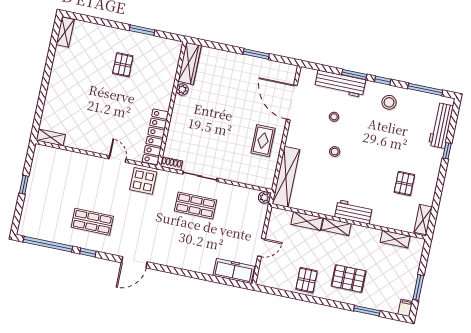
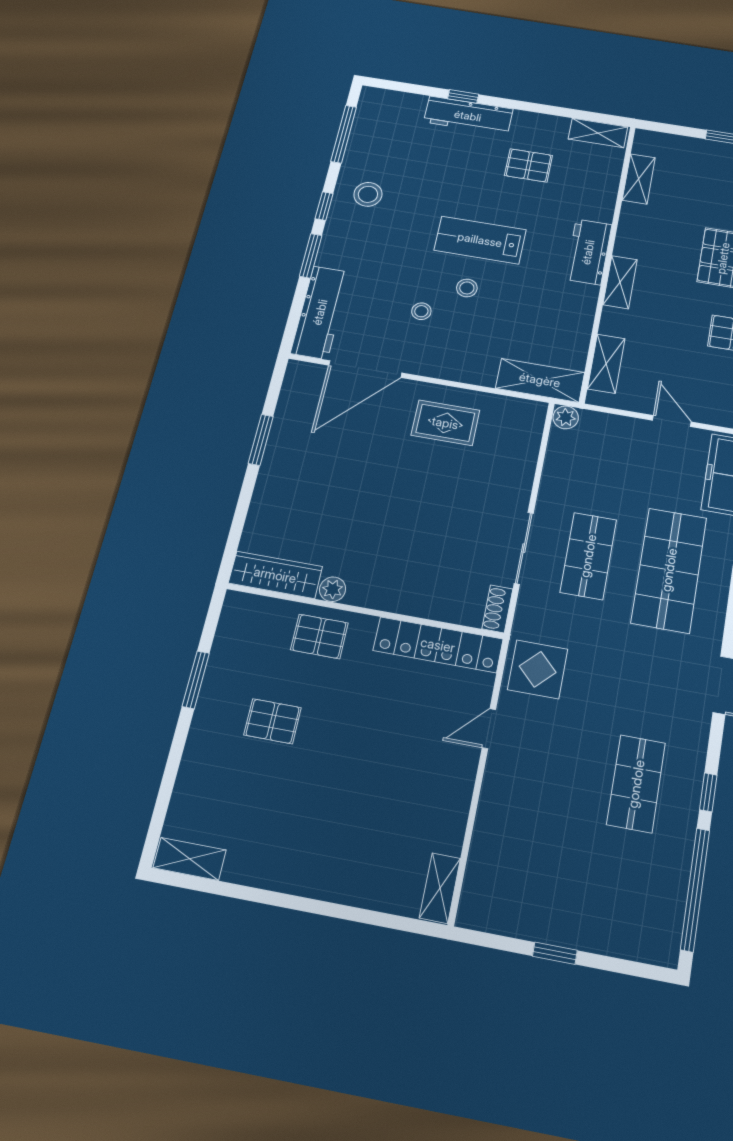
pallet: (160, 84) -> (319, 636), added
workbench: (340, 84) -> (320, 312), moved
stool: (334, 117) -> (421, 311), moved
workbench: (441, 126) -> (468, 116), moved
lab bench: (361, 158) -> (480, 240), added
shelving: (286, 177) -> (540, 380), width x0.68
shelving: (307, 221) -> (606, 364), moved
shop shelf: (188, 242) -> (669, 570), added

